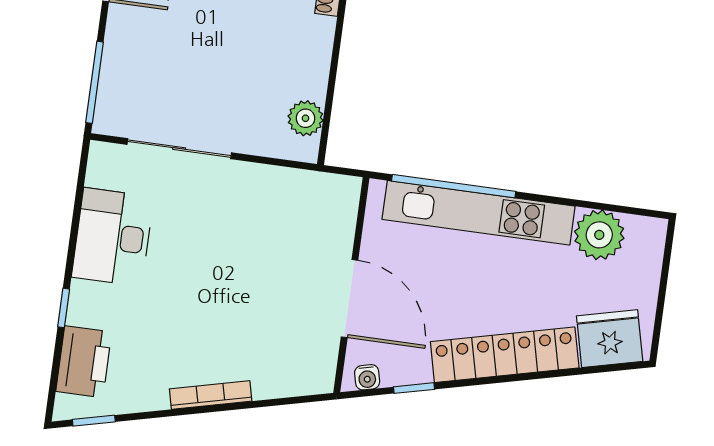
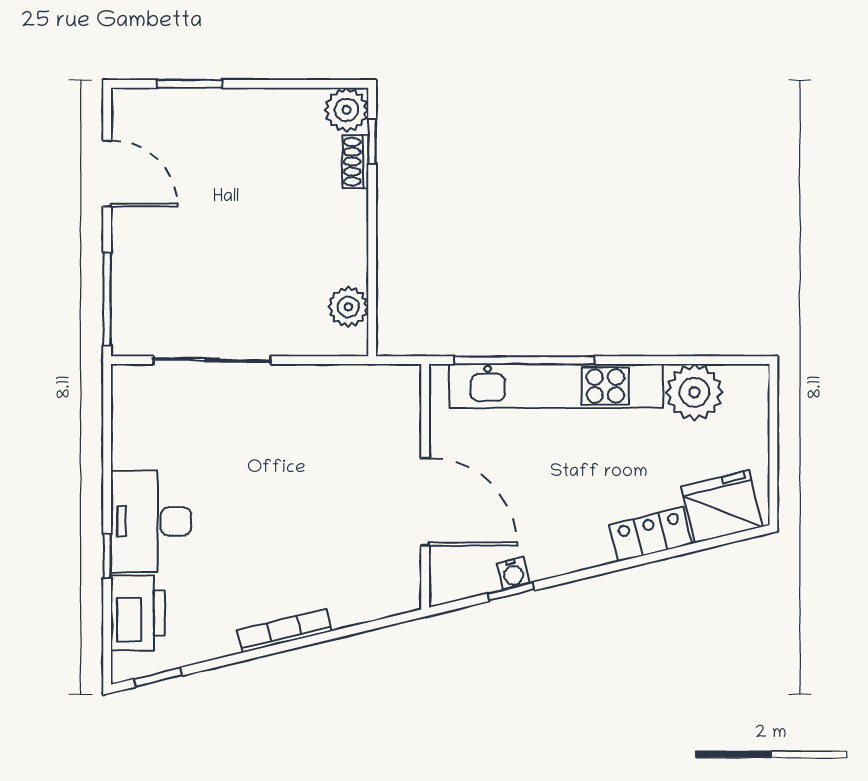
desk: (113, 237) -> (151, 521), moved
locker: (505, 355) -> (651, 534), width x0.46, depth x0.83
water cooler: (367, 377) -> (513, 573), moved

